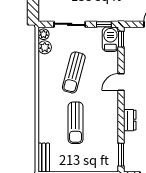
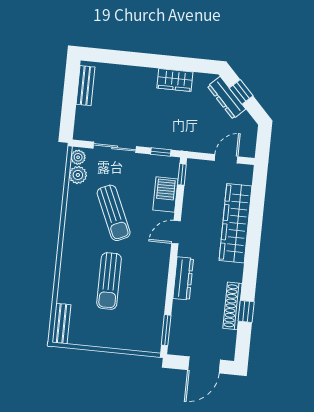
barbecue: (110, 39) -> (165, 195), moved
sun lounger: (74, 72) -> (114, 213), turned -39
dresser: (130, 120) -> (183, 278), width x1.44

